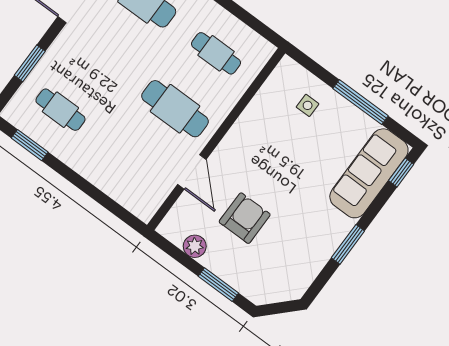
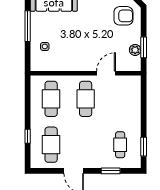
cafe table: (216, 53) -> (51, 99), width x1.37, depth x1.35
armchair: (245, 218) -> (123, 16), moved, turned 180
window: (218, 285) -> (144, 47), moved

